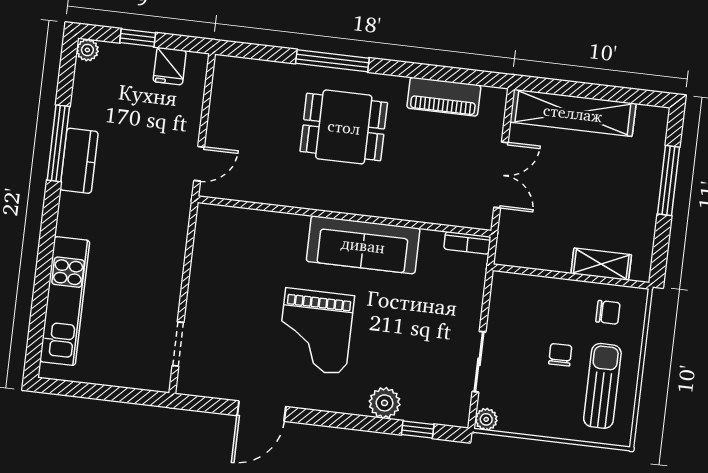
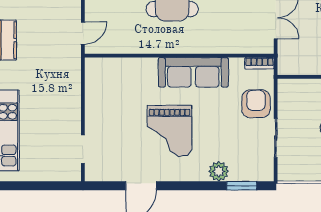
armchair: (455, 305) -> (256, 104), added
plant: (486, 419) -> (285, 174), removed
window: (418, 429) -> (242, 186), width x1.50

